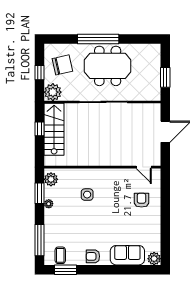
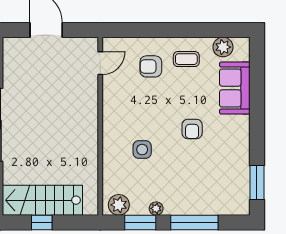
window: (39, 240) -> (194, 222), moved
coffee table: (60, 255) -> (186, 59), moved
armchair: (93, 256) -> (192, 129), moved
plant: (154, 259) -> (223, 47), moved

